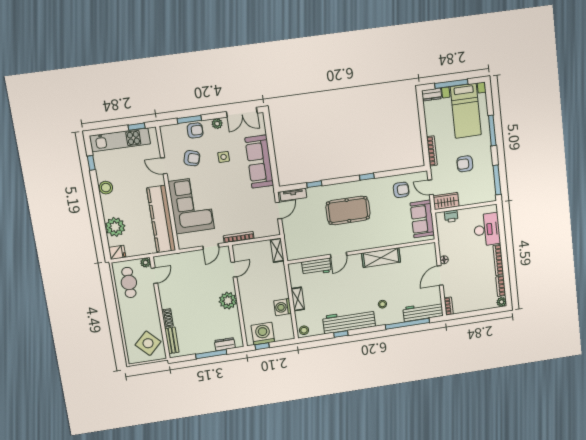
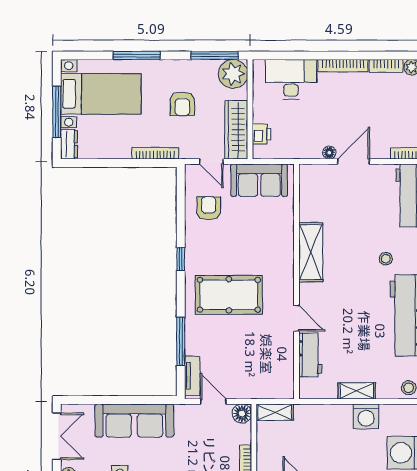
window: (314, 184) -> (181, 341), width x2.17
door: (431, 187) -> (211, 162), hinge flipped
plant: (487, 193) -> (233, 74), added
wardrobe: (446, 201) -> (236, 130), width x1.50
pool table: (348, 210) -> (229, 295), turned 90
floor lamp: (273, 230) -> (242, 414), added
door: (440, 275) -> (354, 162), swing flipped

